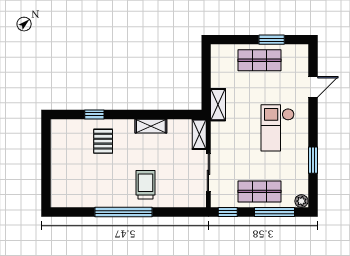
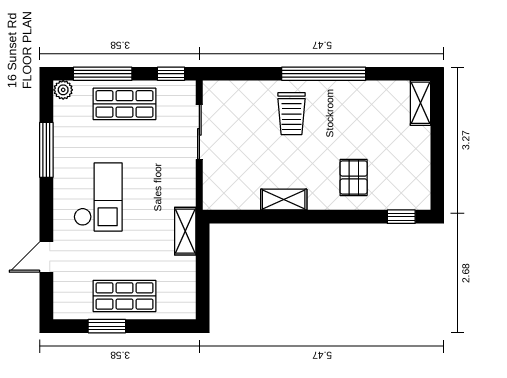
window: (94, 114) -> (401, 217), moved
shelving: (199, 134) -> (420, 103), moved
window: (313, 160) -> (46, 150), width x1.44

